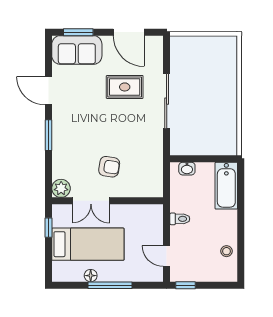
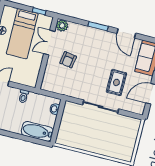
door: (49, 91) -> (126, 33), swing flipped

